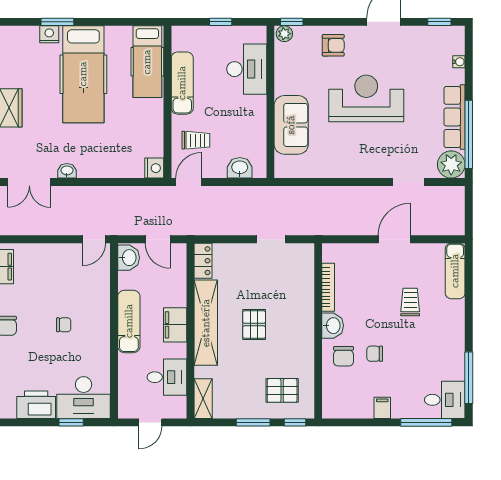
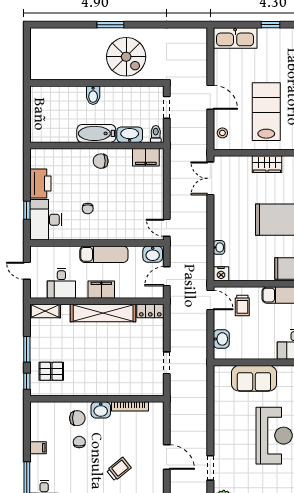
washbasin: (67, 171) -> (219, 247), moved
trolley: (410, 302) -> (119, 469), turned -39
chair: (64, 325) -> (88, 208), moved
pallet: (254, 325) -> (102, 350), removed
chair: (343, 356) -> (77, 418), turned 180
pallet: (282, 390) -> (51, 371), turned 90

